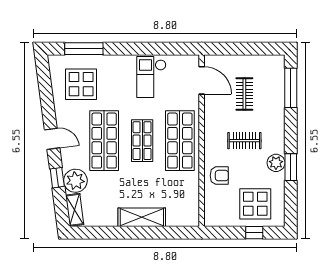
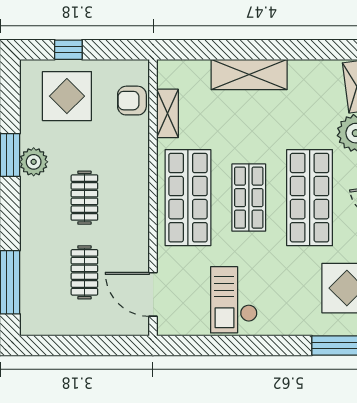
checkout: (151, 77) -> (234, 300), turned 180
clothes rail: (244, 141) -> (84, 198), turned 90
armchair: (219, 176) -> (132, 101), moved
shelving: (193, 193) -> (167, 113), added

